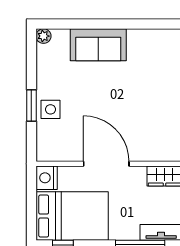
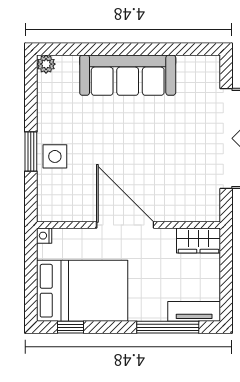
sofa: (98, 45) -> (128, 75), width x1.36
nightstand: (47, 178) -> (44, 236), width x0.53, depth x0.56

